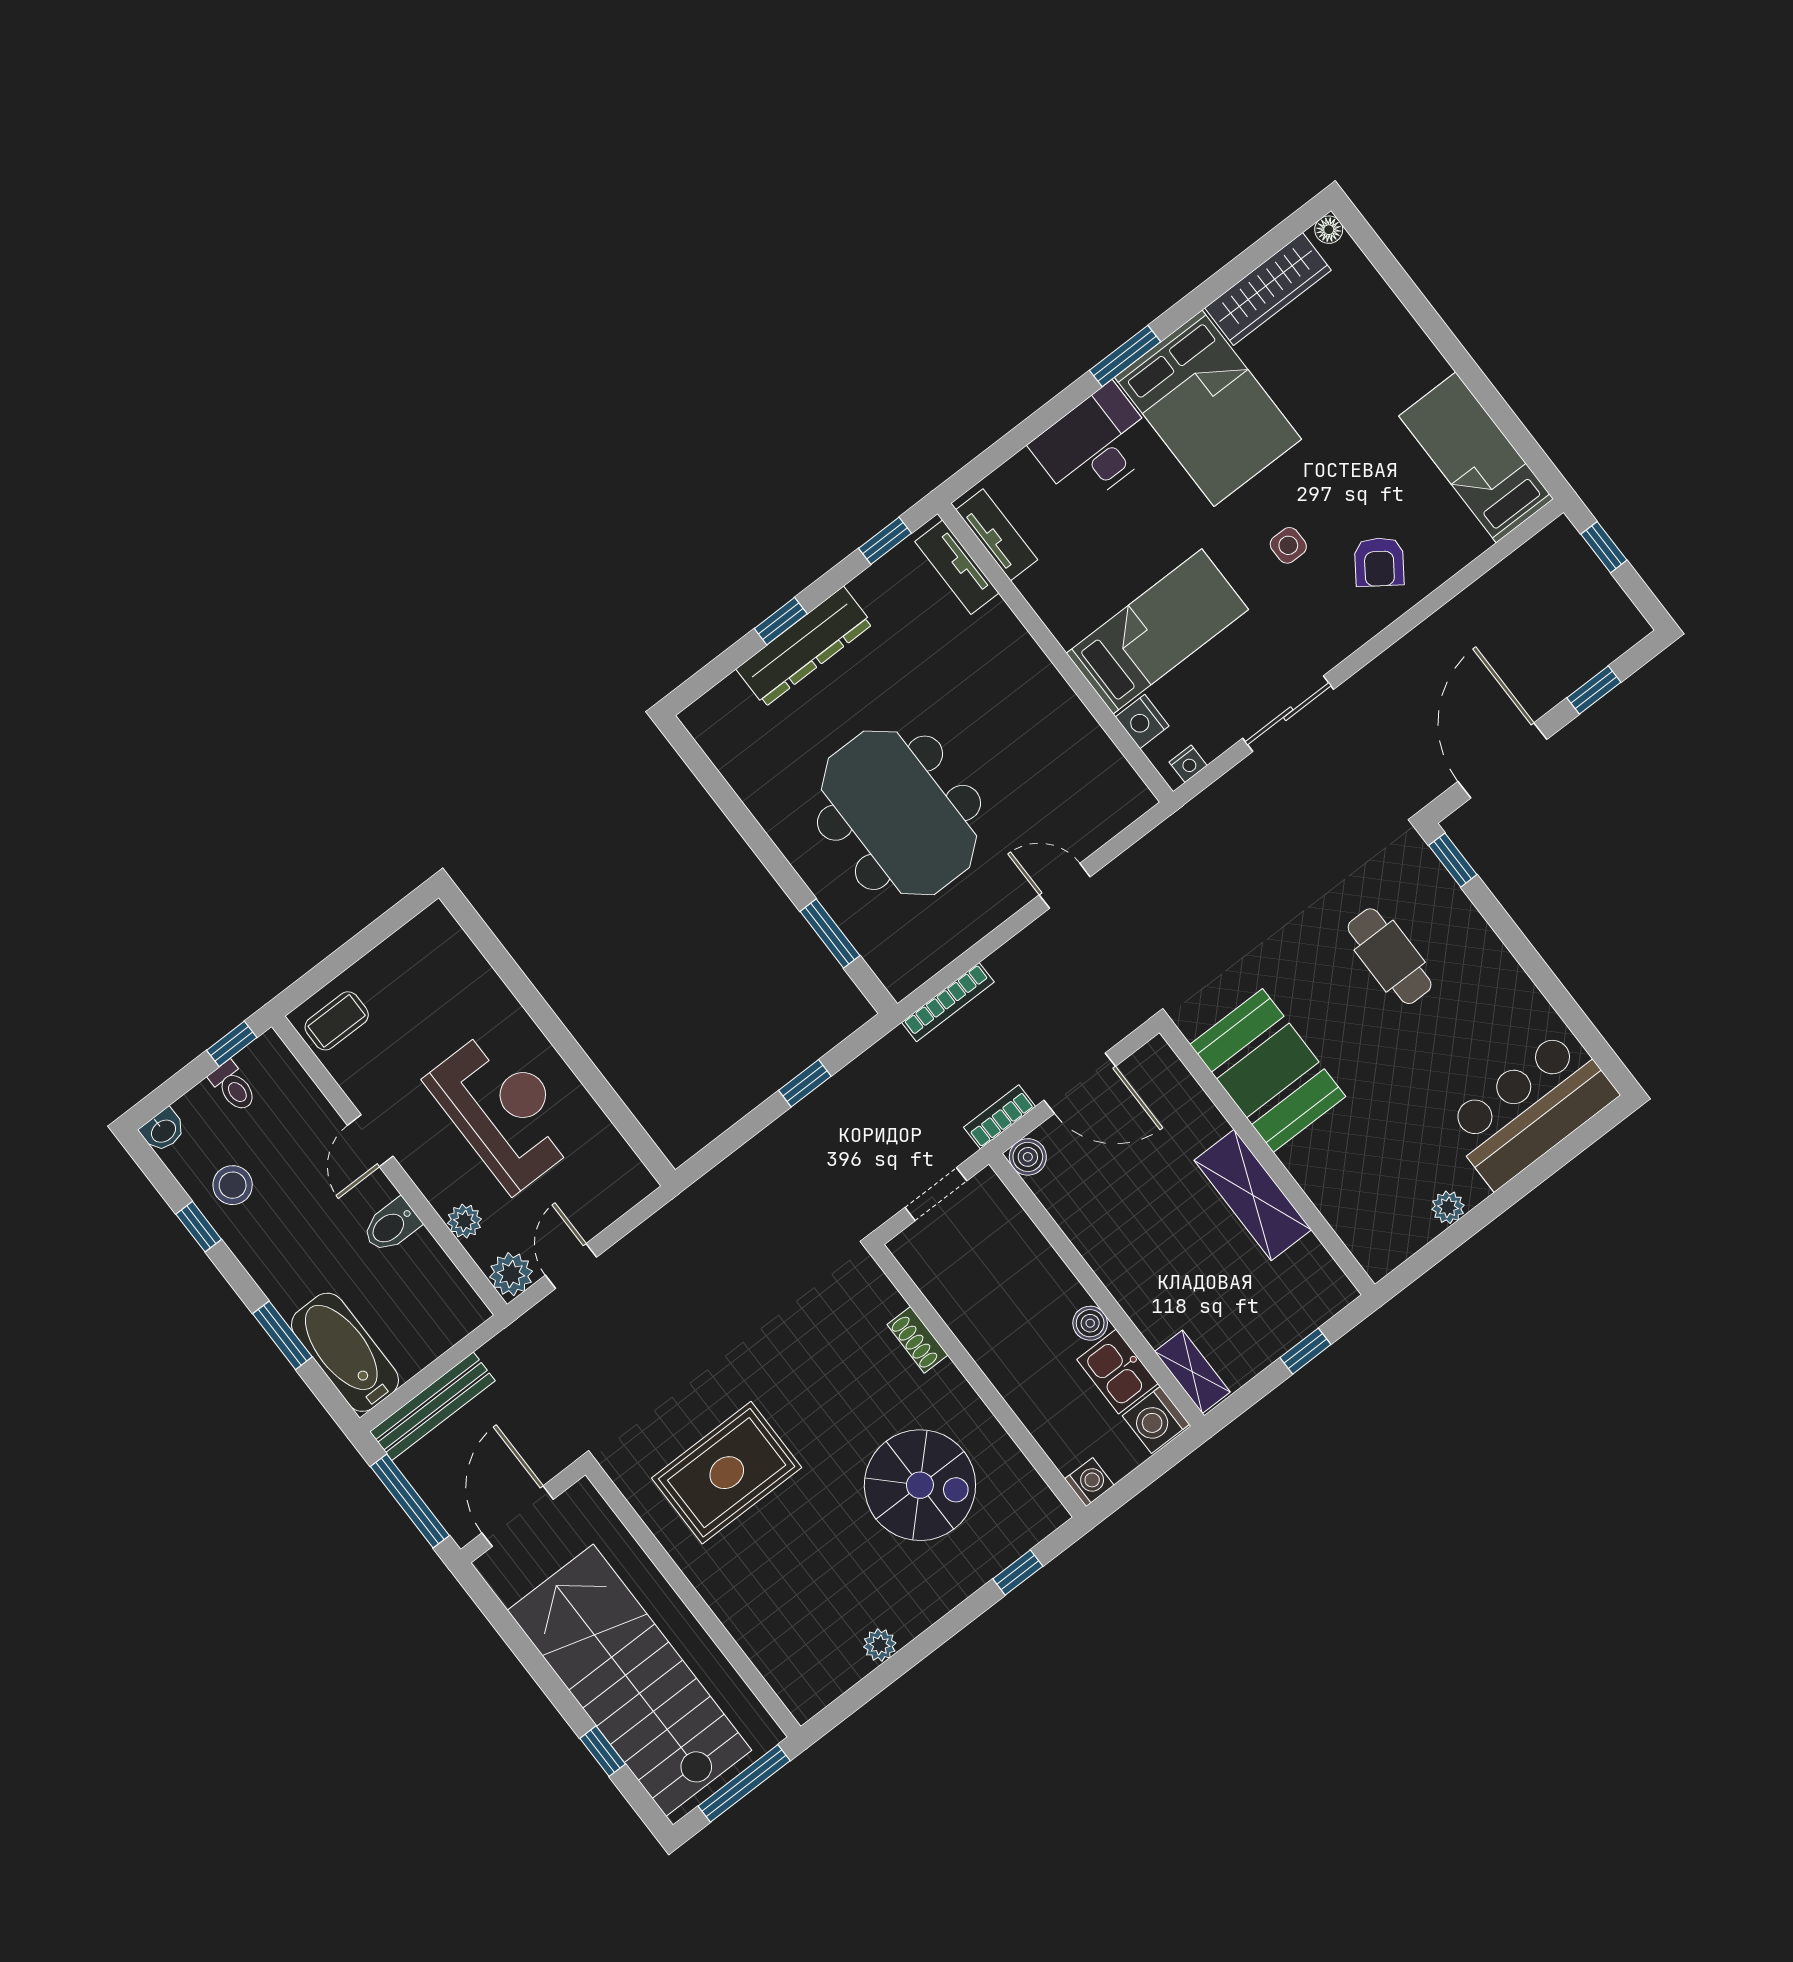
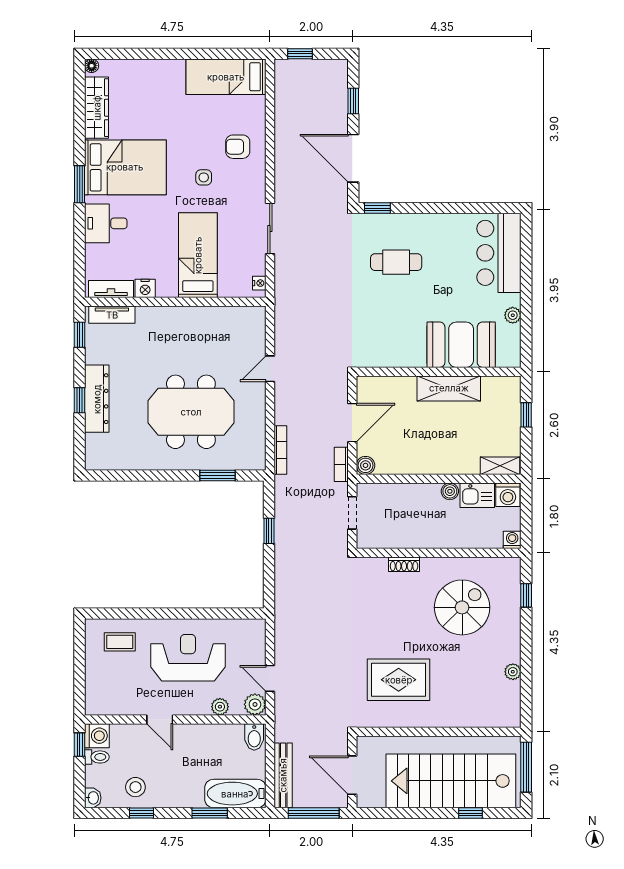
desk: (1095, 446) -> (106, 223), width x0.73
armchair: (1379, 562) -> (238, 147), turned 145
nightstand: (1142, 721) -> (145, 288), moved
coffee table: (337, 1021) -> (120, 642), moved, turned 90
washing machine: (267, 1061) -> (97, 736), added
booth: (1268, 1071) -> (461, 345), moved
bidet: (391, 1226) -> (254, 737), moved
rug: (727, 1473) -> (399, 680), turned 90

